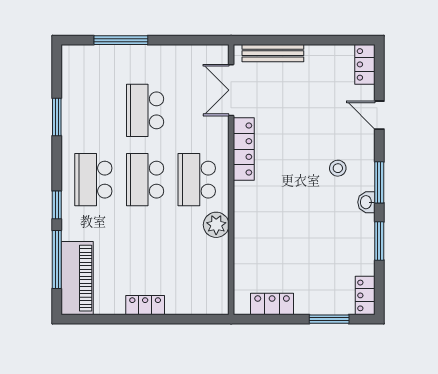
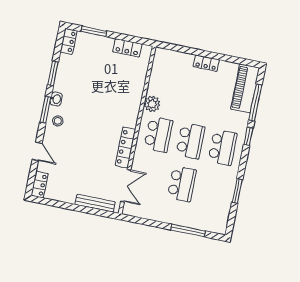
stool: (338, 168) -> (58, 121), moved

